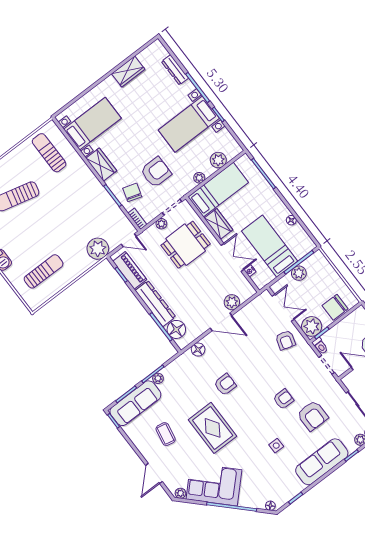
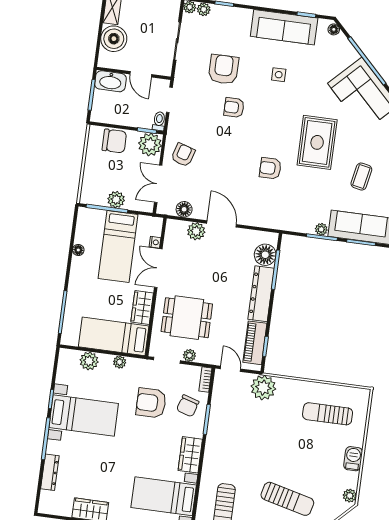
floor lamp: (198, 349) -> (184, 209), moved
sofa: (322, 462) -> (284, 27), moved

